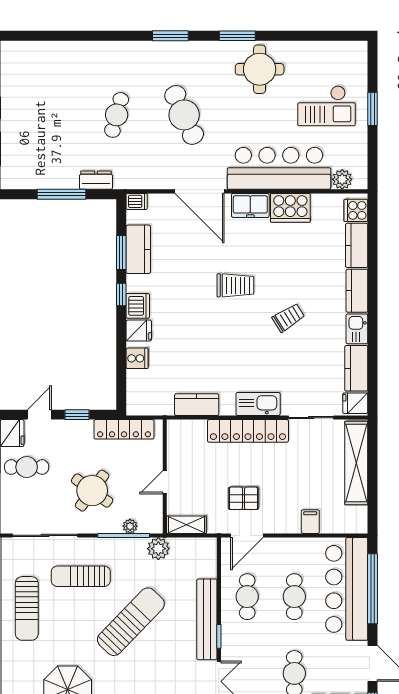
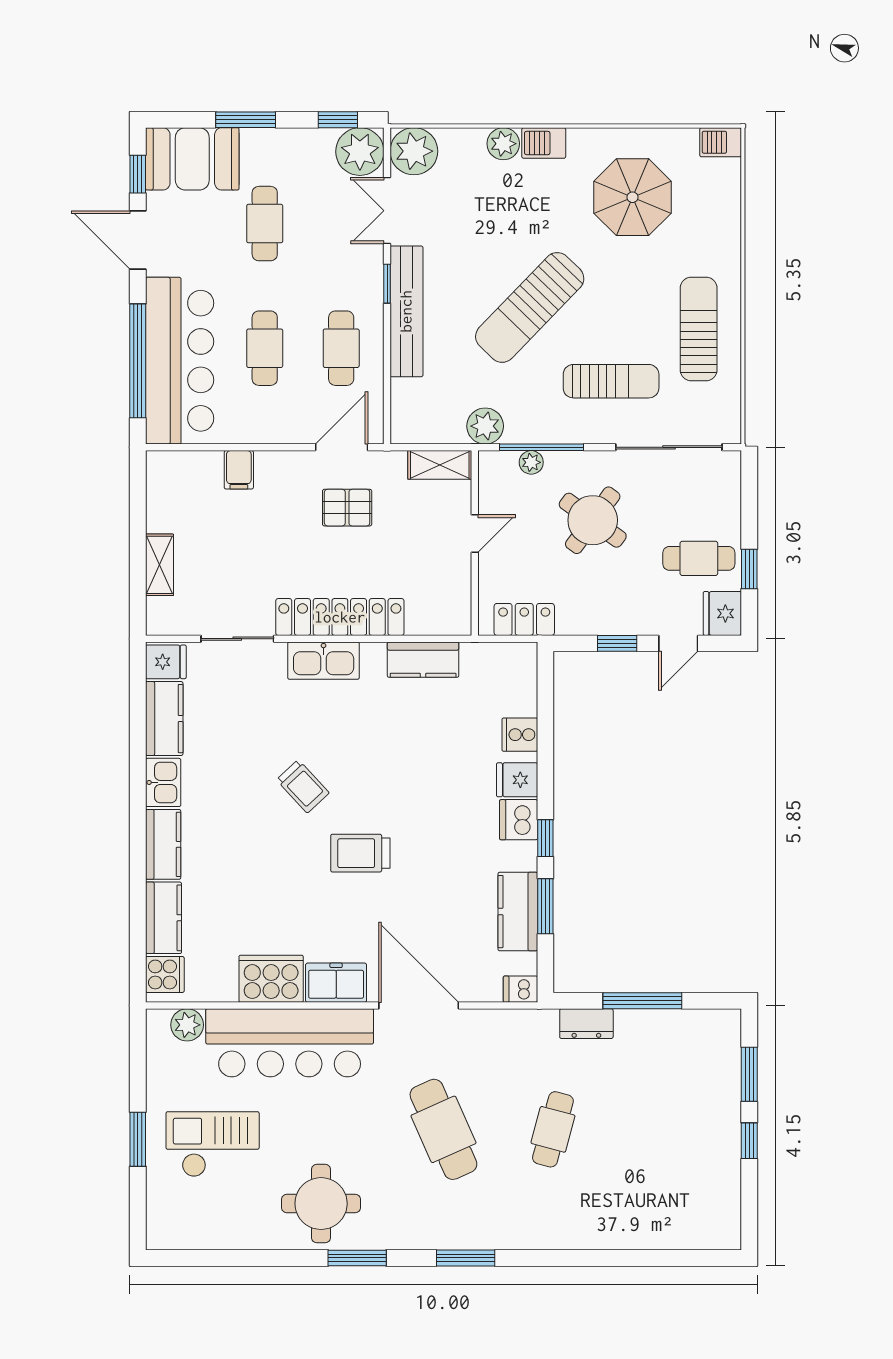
trolley: (288, 318) -> (303, 786), moved, turned -101
locker: (124, 429) -> (524, 619), width x0.66
shelving: (356, 463) -> (159, 565), width x0.45, depth x0.75

